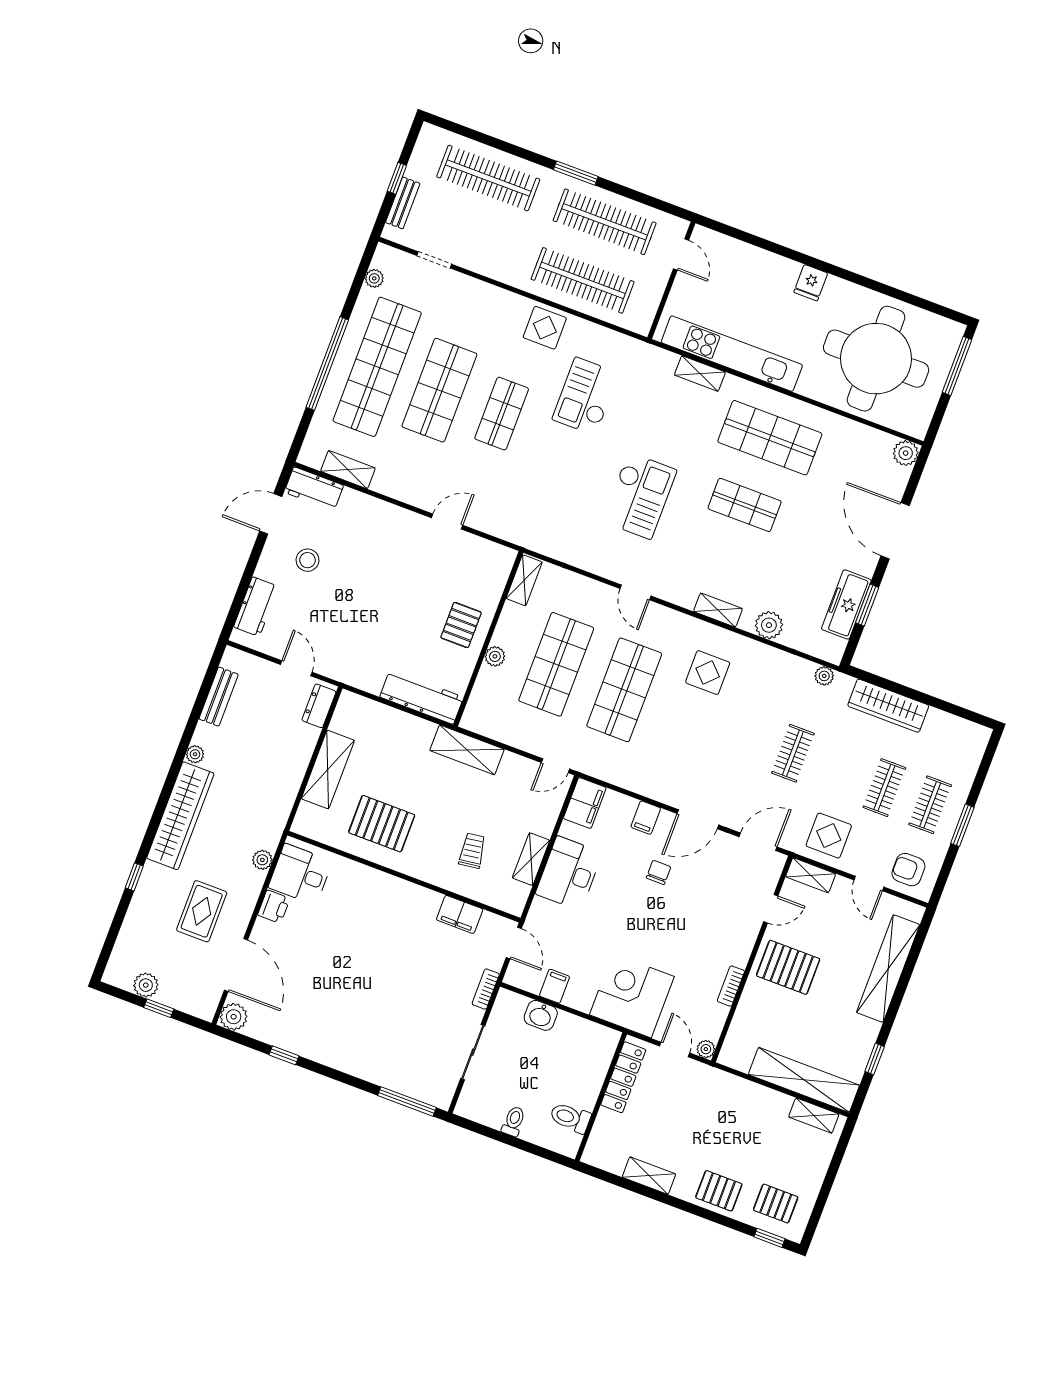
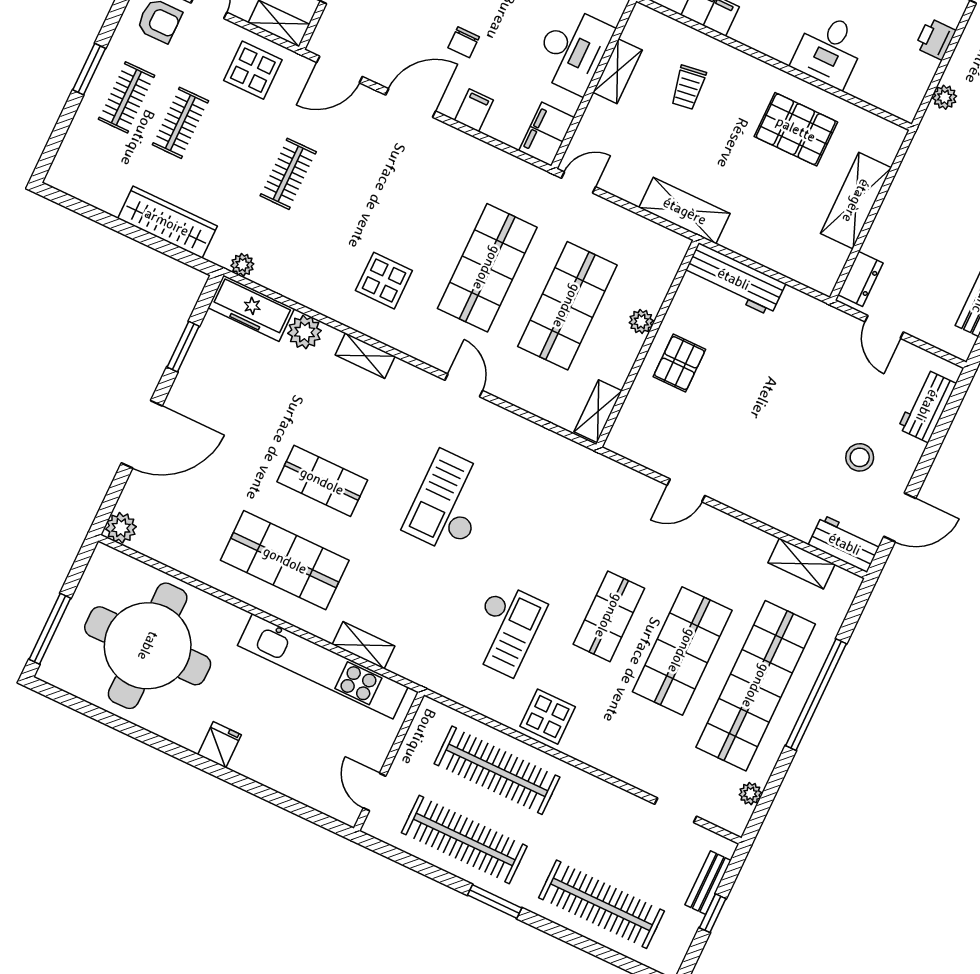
door: (895, 531) -> (142, 434), hinge flipped
freezer: (846, 605) -> (251, 308), moved, turned 90
desk: (300, 874) -> (829, 50), moved, turned 90

